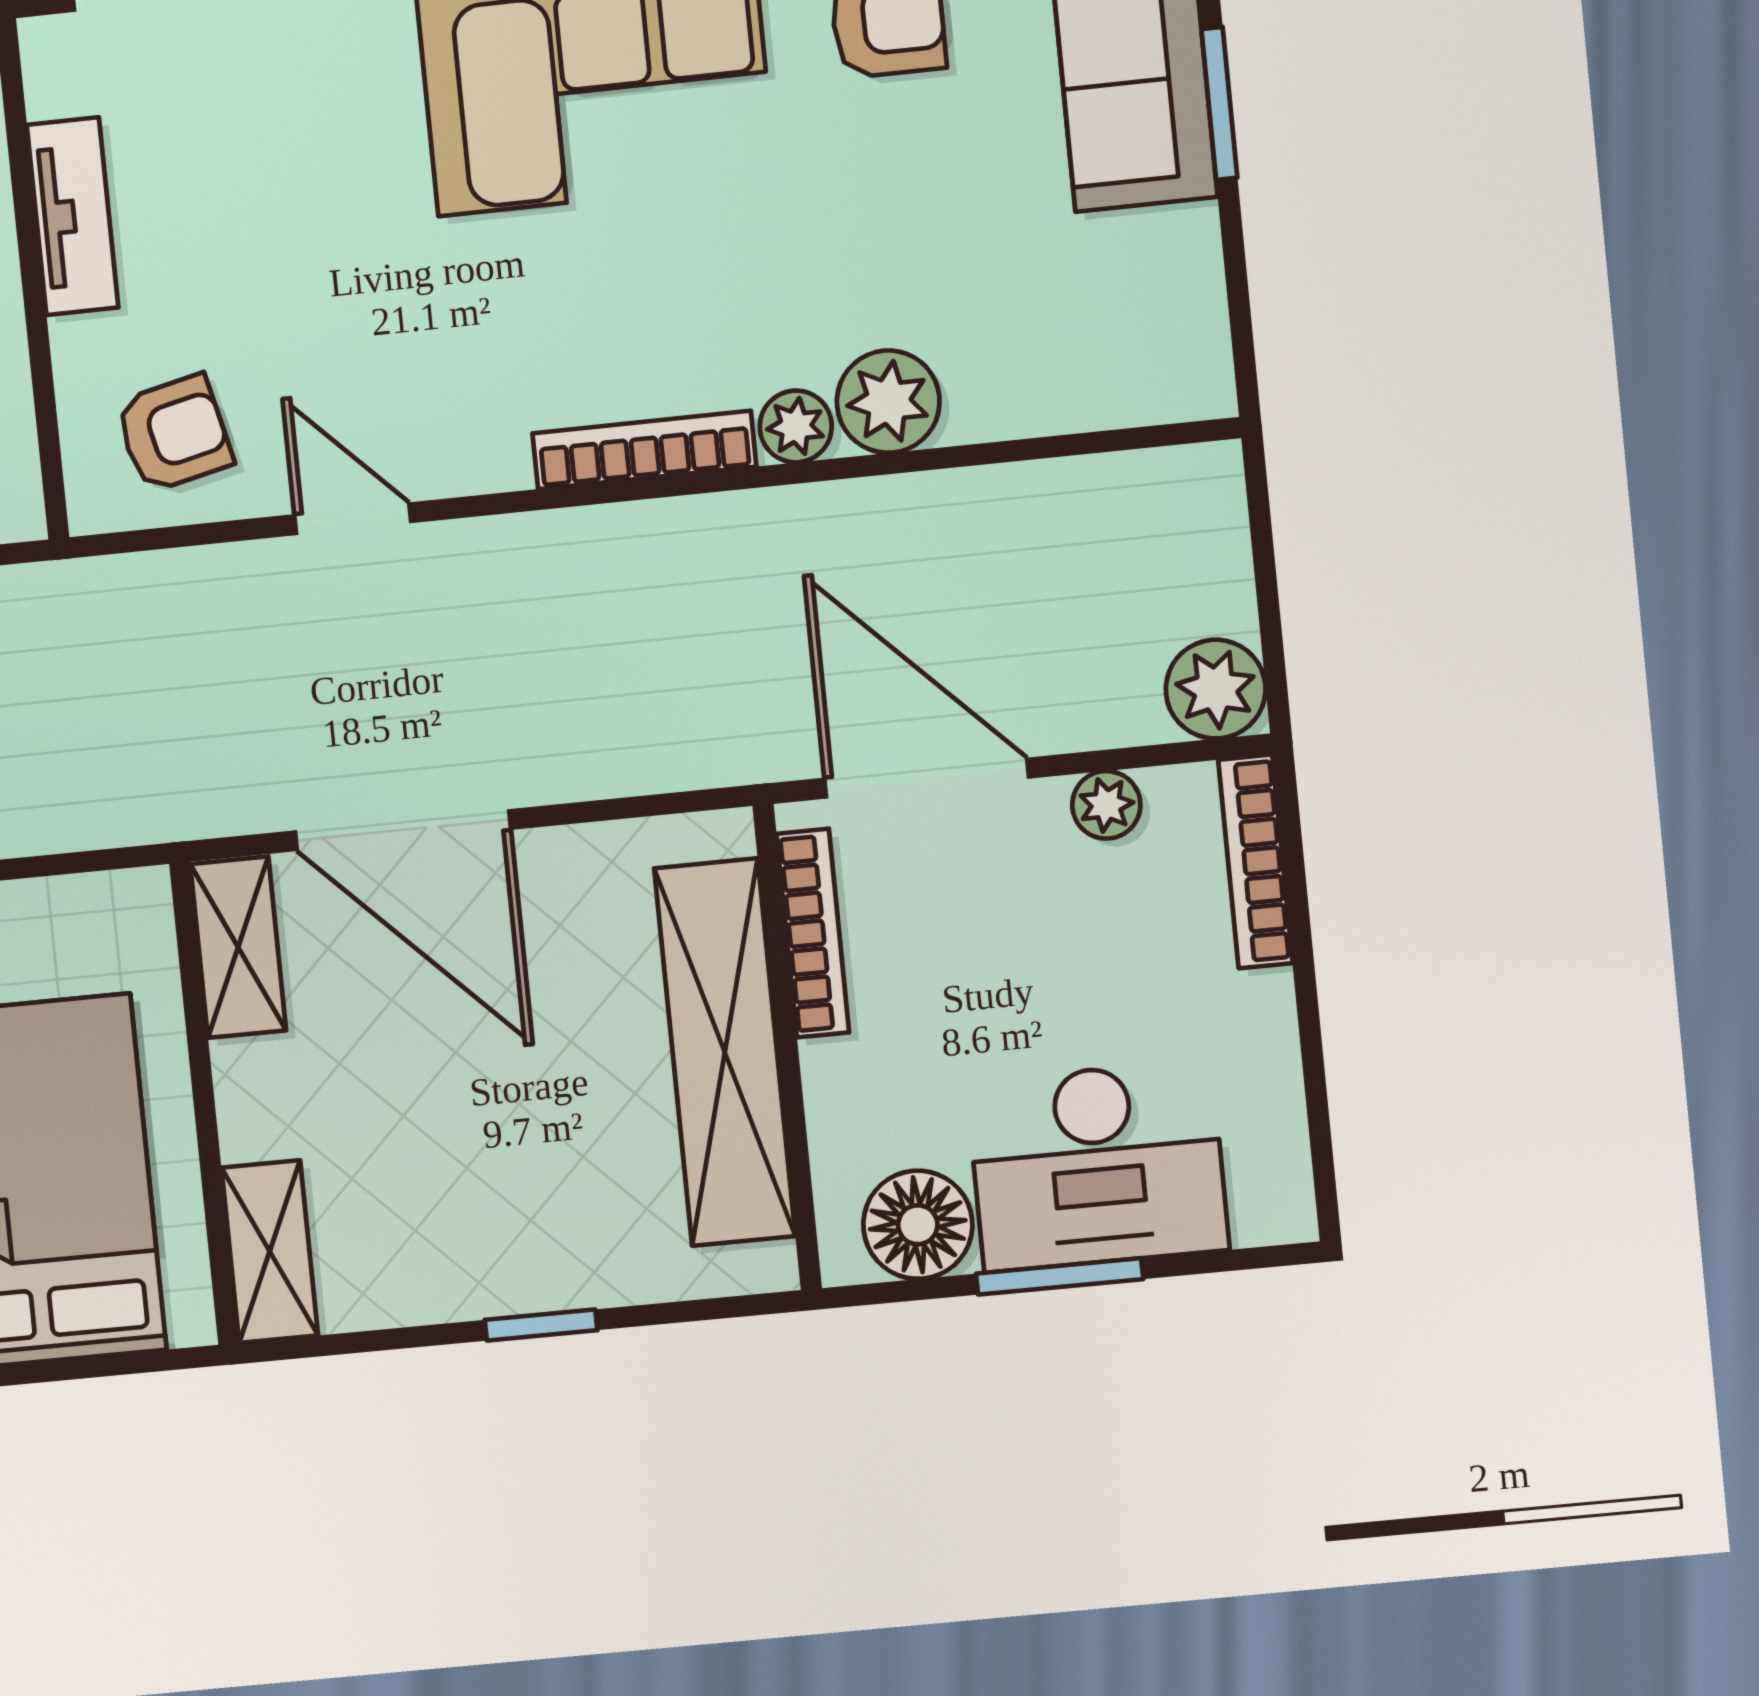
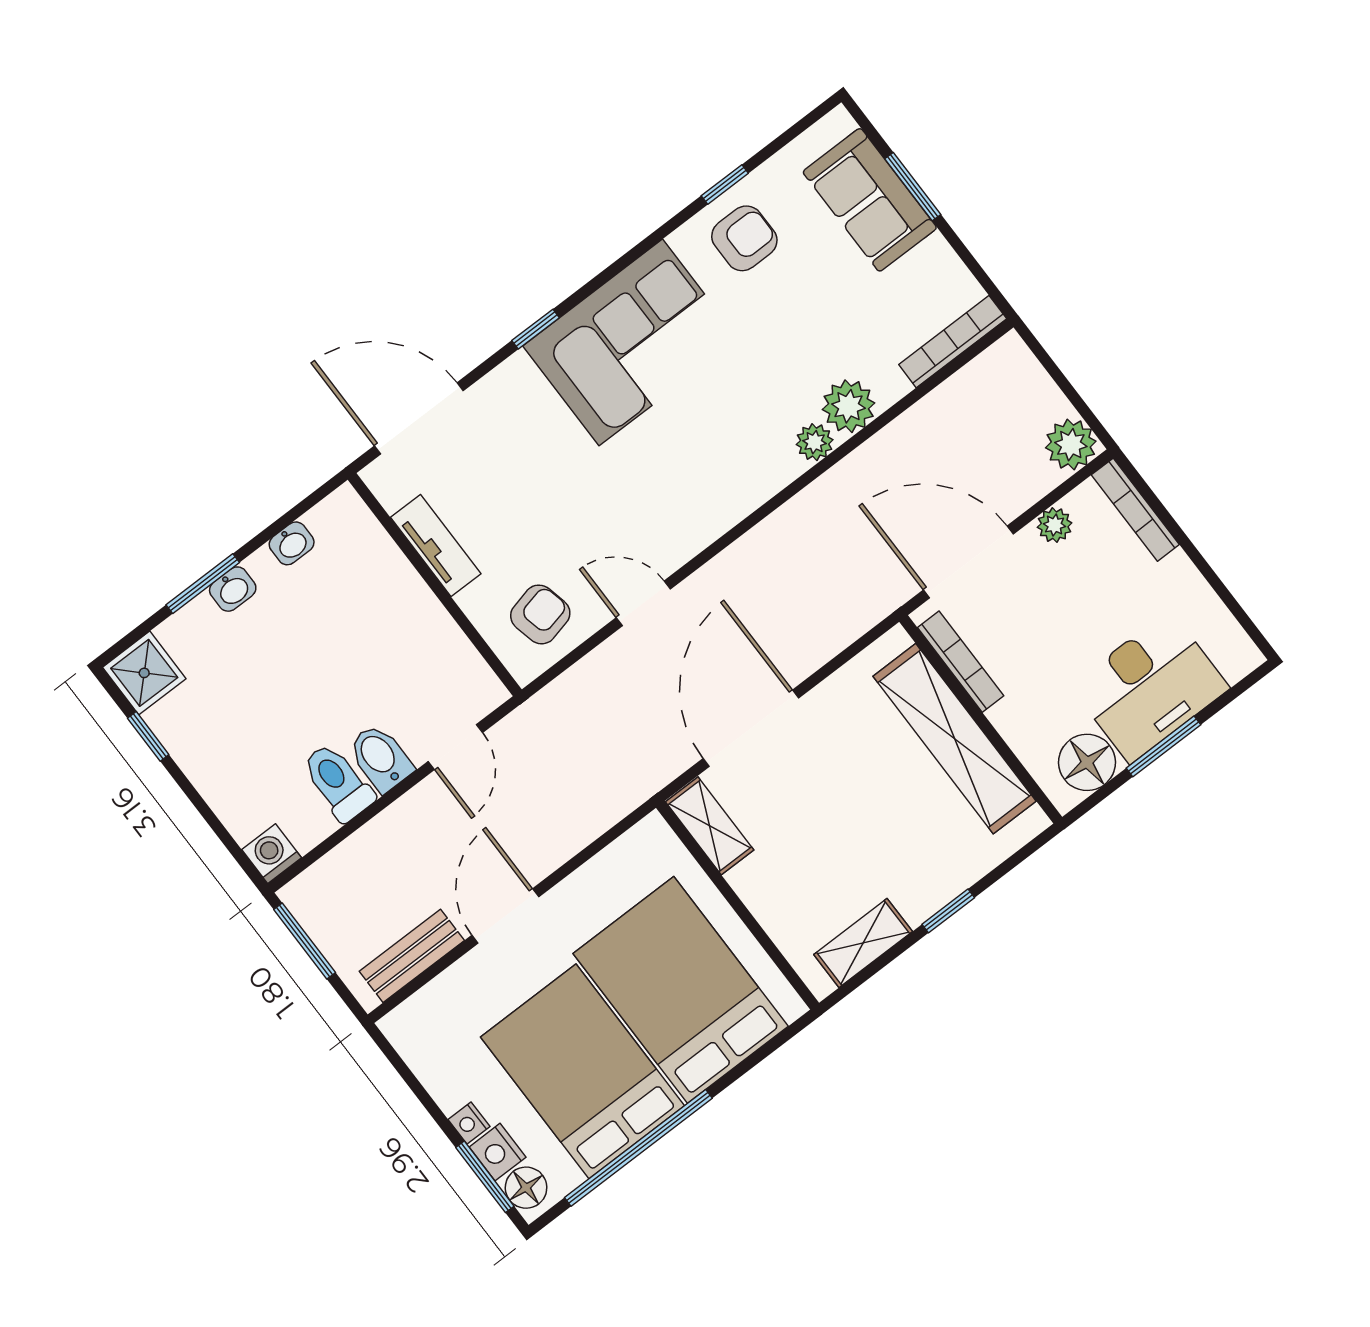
bookcase: (644, 450) -> (953, 342), moved
door: (403, 830) -> (751, 728), swing flipped
shelving: (270, 1252) -> (863, 943), moved, turned 90

